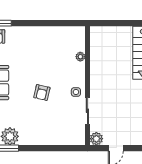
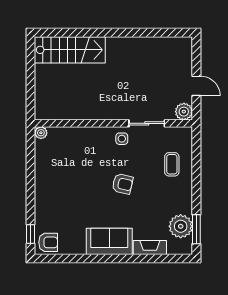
plant: (80, 57) -> (41, 133), moved
coffee table: (57, 130) -> (172, 164), added

